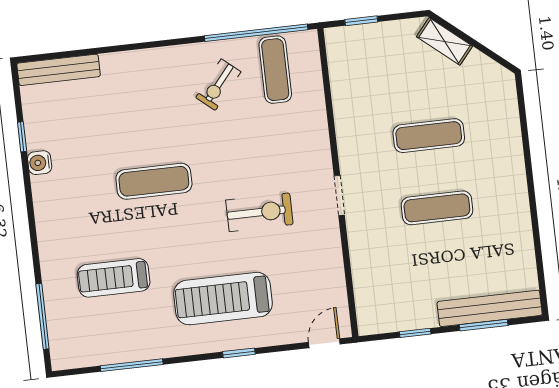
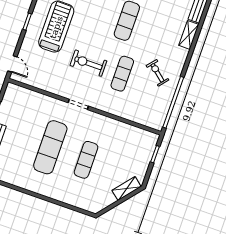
shelving: (127, 62) -> (189, 35), added
exercise mat: (275, 70) -> (122, 74), moved, turned 90
exercise mat: (437, 208) -> (50, 147), width x1.36, depth x1.45
exercise bike: (259, 212) -> (88, 63), turned 90

